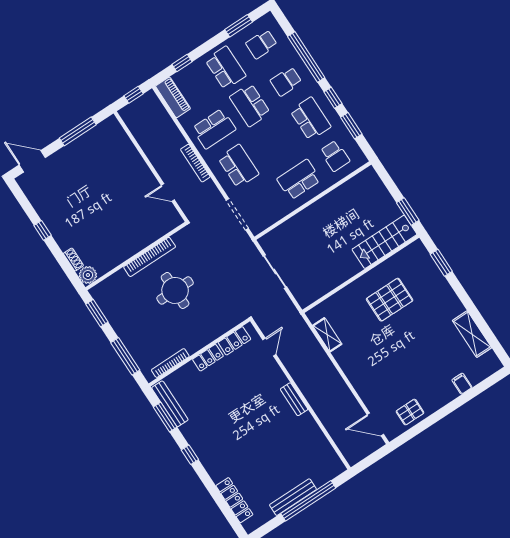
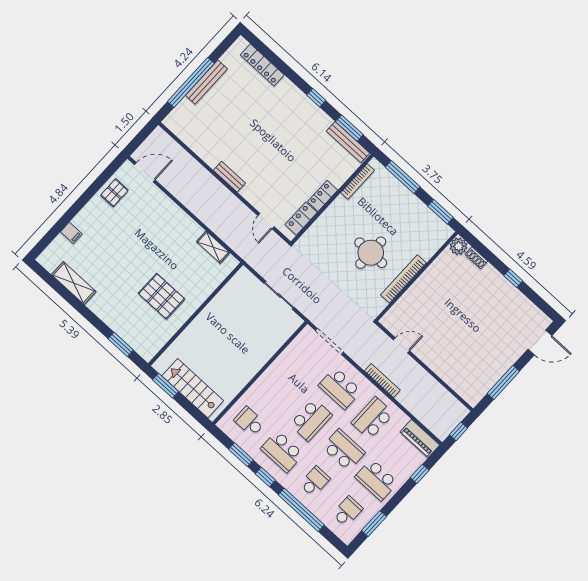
school desk: (299, 180) -> (311, 420), moved
stairs: (384, 242) -> (193, 388), moved, turned -90
pallet: (390, 300) -> (162, 296), turned 90

